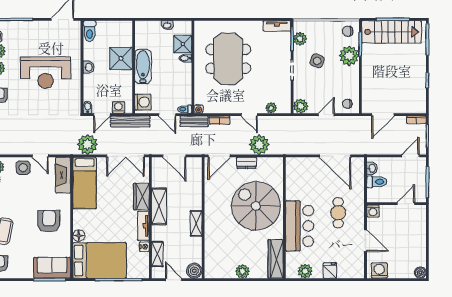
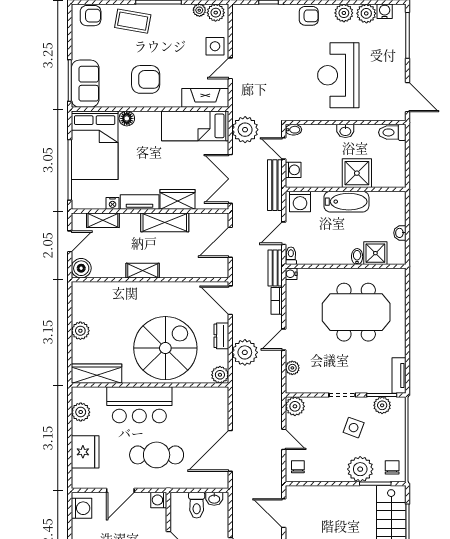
plant: (276, 164) -> (220, 375), added
cafe table: (338, 213) -> (157, 455), width x1.37, depth x1.35
fridge: (330, 270) -> (85, 452), width x1.88, depth x1.34

